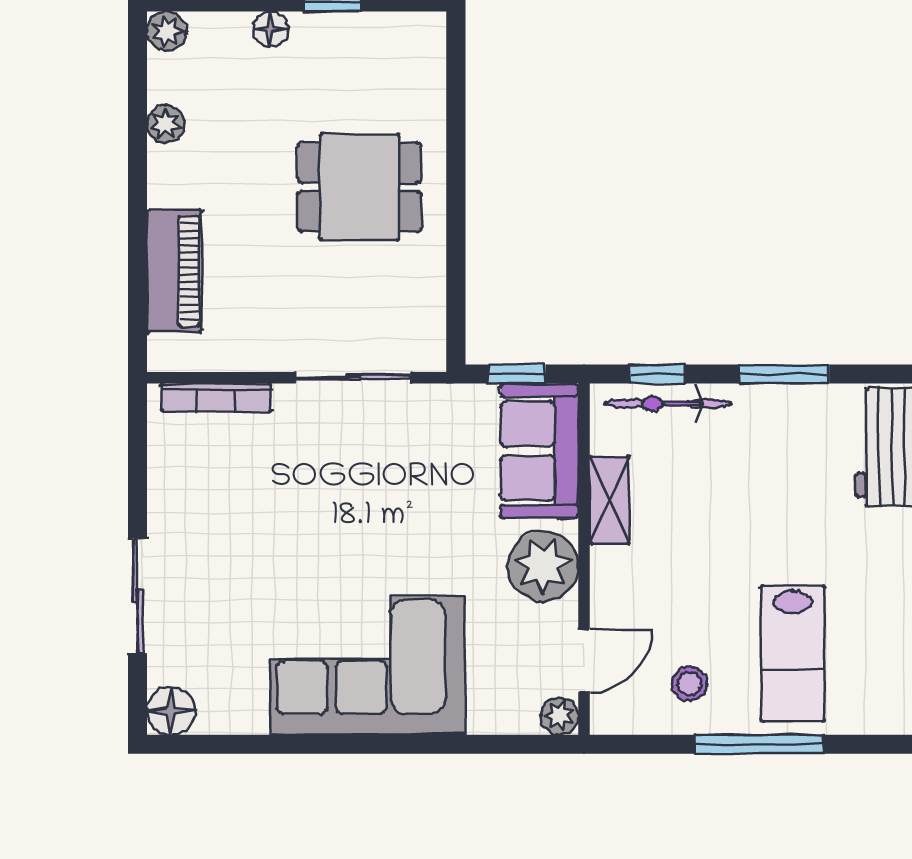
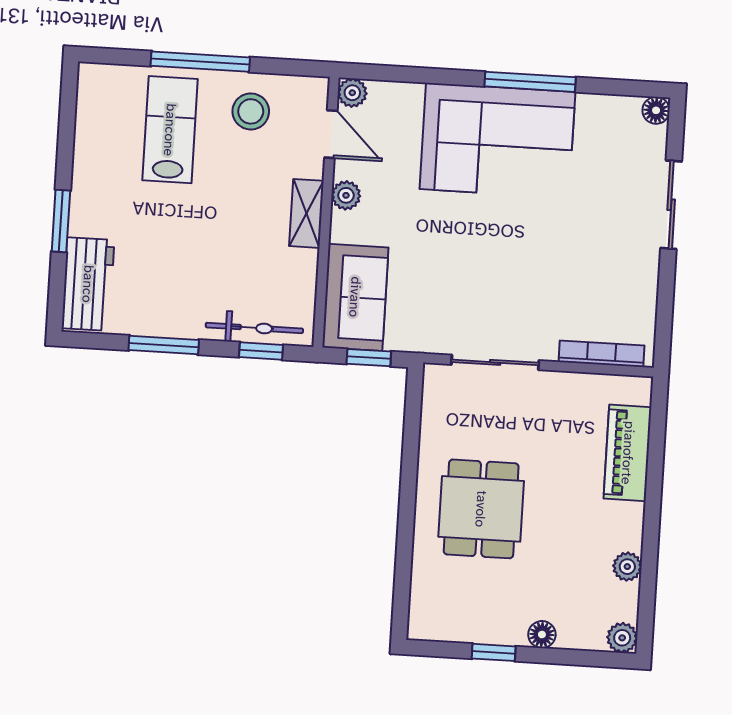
dining table: (360, 187) -> (481, 509), turned 90
shelving: (609, 500) -> (306, 213), moved
plant: (543, 566) -> (346, 195), width x0.53, depth x0.53
door: (584, 661) -> (331, 134), swing flipped
stool: (690, 684) -> (251, 111), width x1.37, depth x1.37
floor lamp: (171, 711) -> (656, 110), width x0.73, depth x0.73
window: (330, 744) -> (530, 82), added

